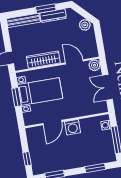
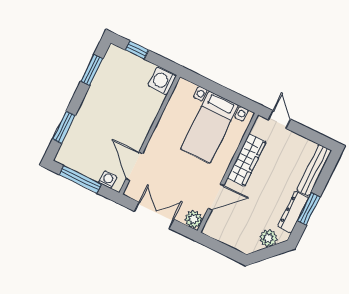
plant: (85, 25) -> (268, 238), moved
window: (16, 97) -> (224, 92), removed
door: (52, 123) -> (134, 166), moved
washing machine: (73, 127) -> (162, 81), moved

